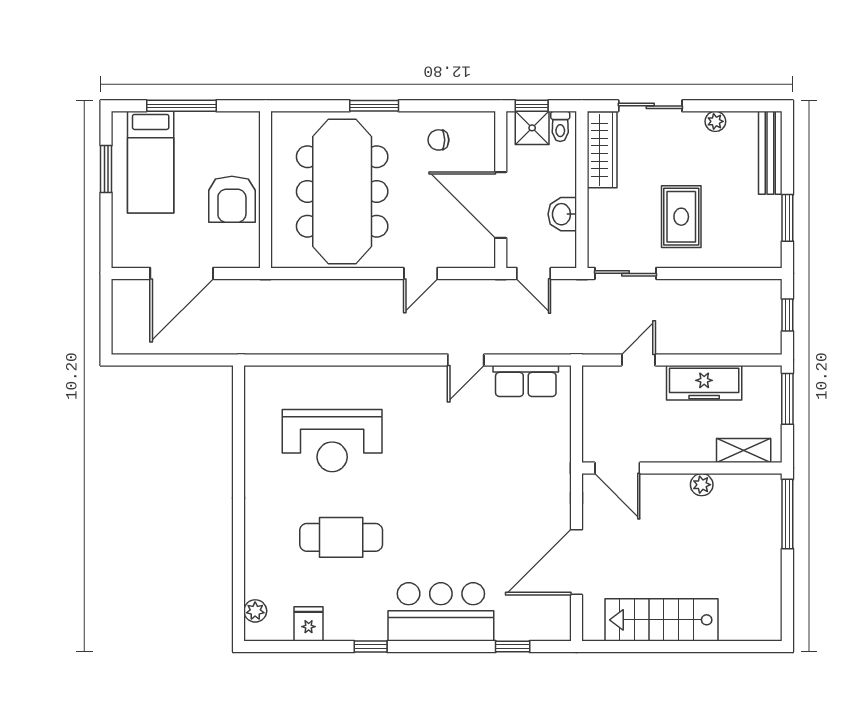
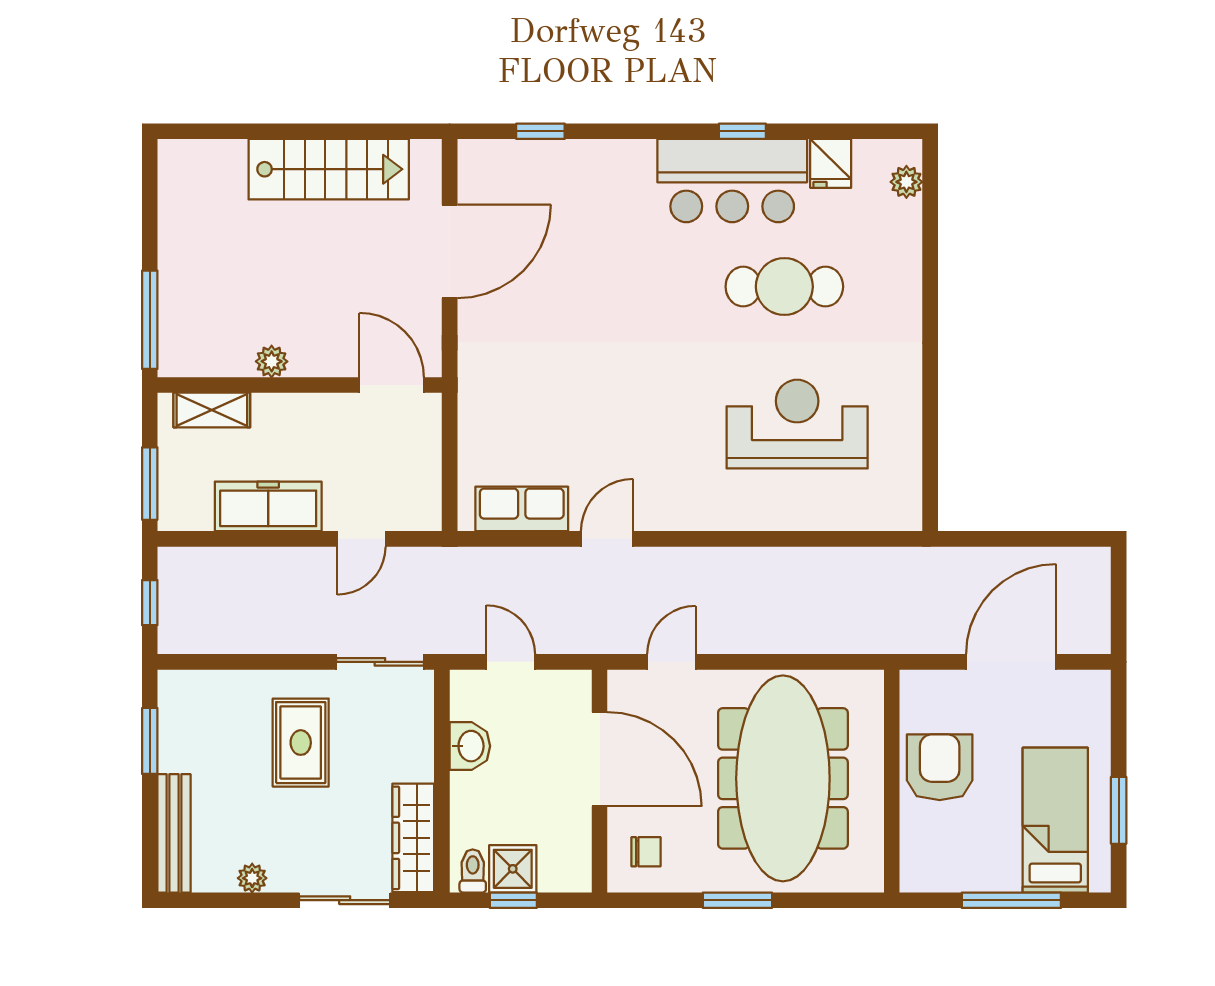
wall: (501, 190) -> (600, 781), moved
door: (501, 205) -> (600, 759), moved
bar counter: (441, 612) -> (732, 181), moved

